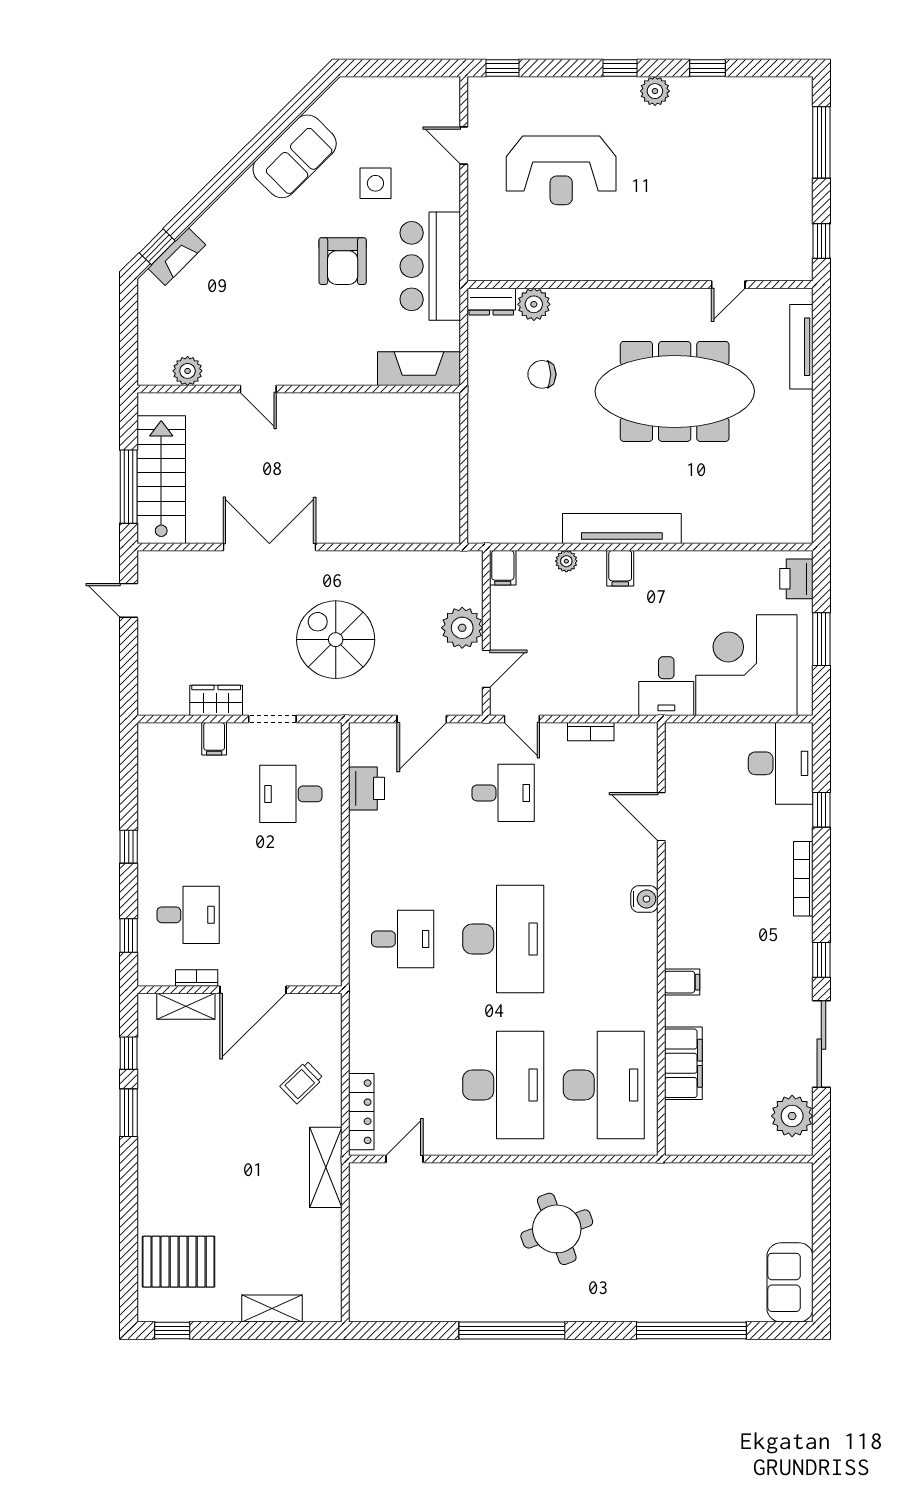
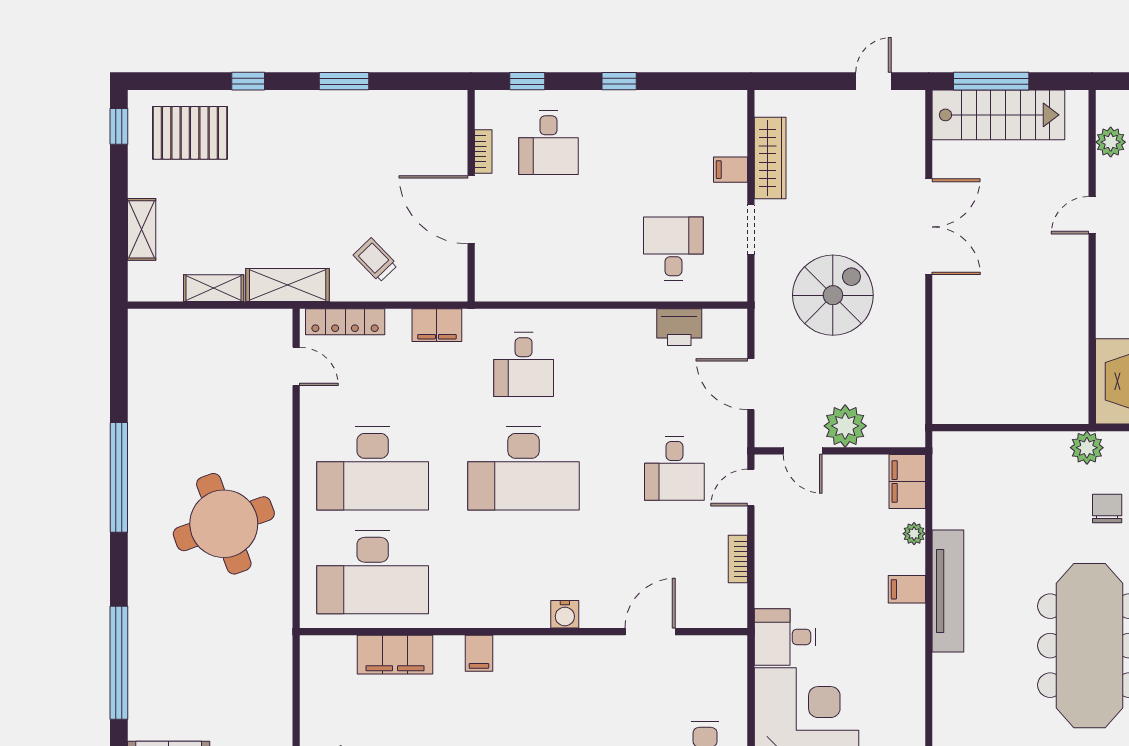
plant: (483, 394) -> (1087, 448), added
filing cabinet: (503, 568) -> (907, 481), width x2.00
wardrobe: (216, 700) -> (770, 158), width x1.50
shelving: (186, 1006) -> (214, 288), moved, turned 90
filing cabinet: (365, 1023) -> (437, 325), added
window: (129, 1053) -> (248, 81), moved
round table: (557, 1229) -> (224, 524), width x1.36, depth x1.36
pallet: (179, 1262) -> (190, 133), turned 90

